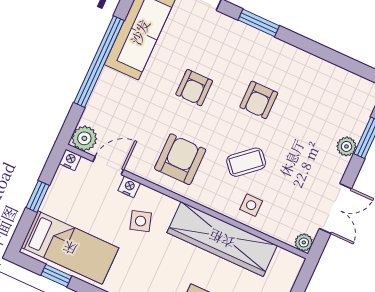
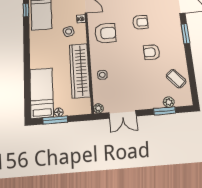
armchair: (194, 88) -> (140, 22), turned 180
plant: (346, 146) -> (169, 102), moved
coffee table: (246, 162) -> (176, 79), moved

